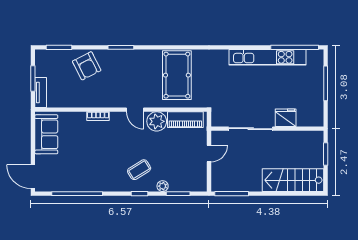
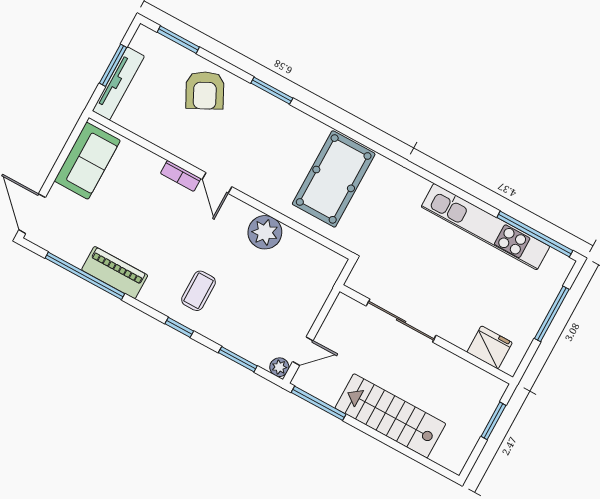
tv unit: (41, 92) -> (118, 83), width x1.41
door: (135, 110) -> (217, 183), moved
fridge: (286, 118) -> (490, 347), moved
piano: (185, 120) -> (115, 273), moved, turned 180
door: (209, 153) -> (303, 351), moved
coffee table: (139, 170) -> (199, 291), turned -58
stairs: (293, 180) -> (390, 416), moved
plant: (163, 186) -> (279, 367), moved

